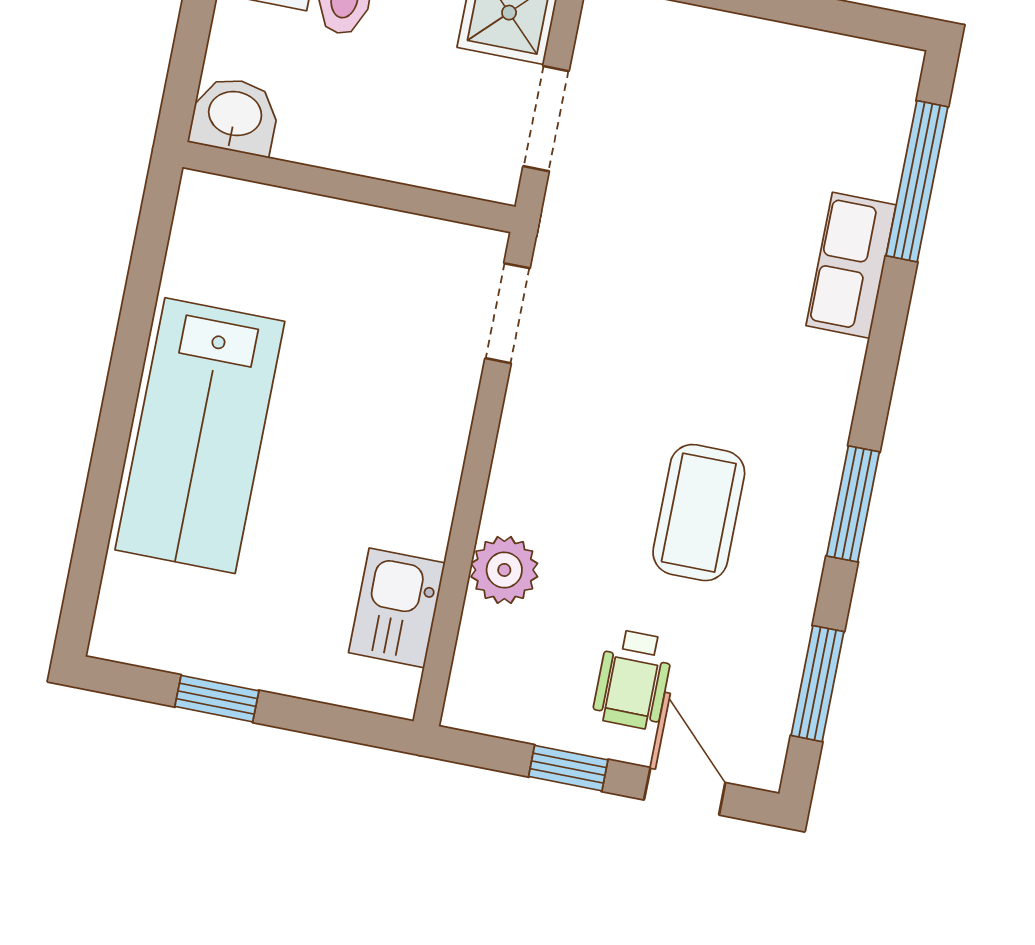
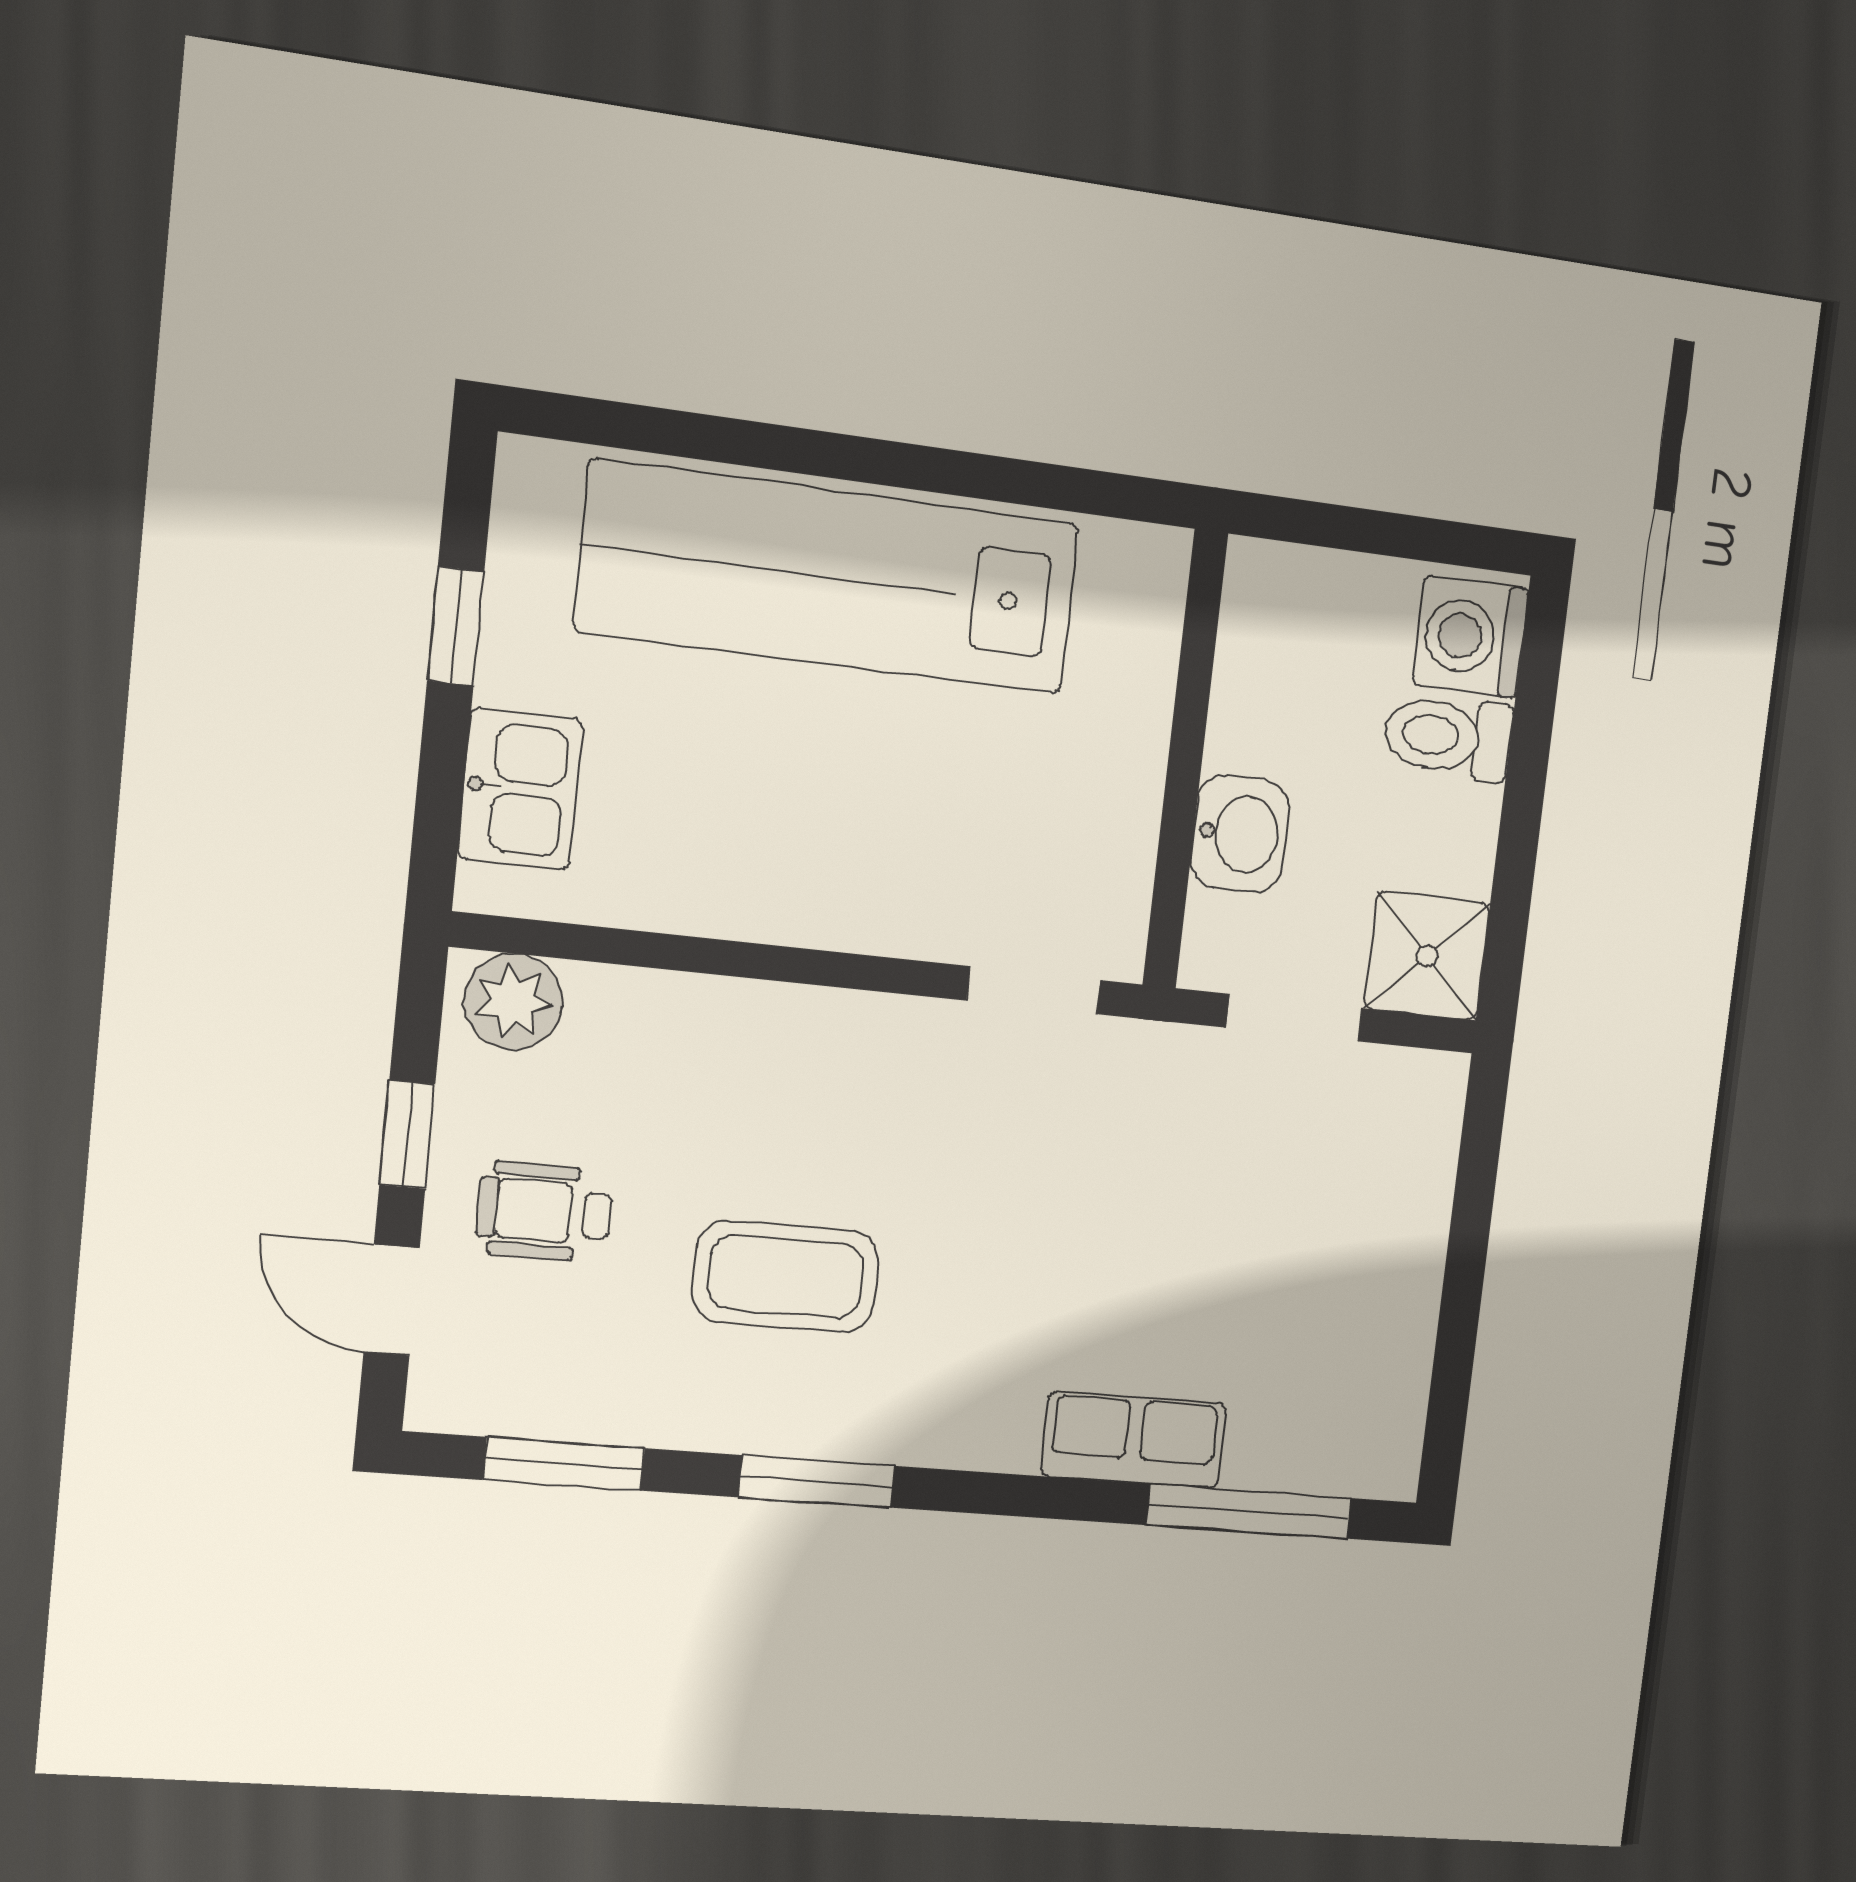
washbasin: (235, 116) -> (1240, 834), moved
lab bench: (200, 436) -> (829, 577), width x1.36
plant: (504, 570) -> (513, 1002), moved
kitchen sink: (397, 608) -> (520, 789), moved, turned 90
door: (685, 791) -> (392, 1300), swing flipped

